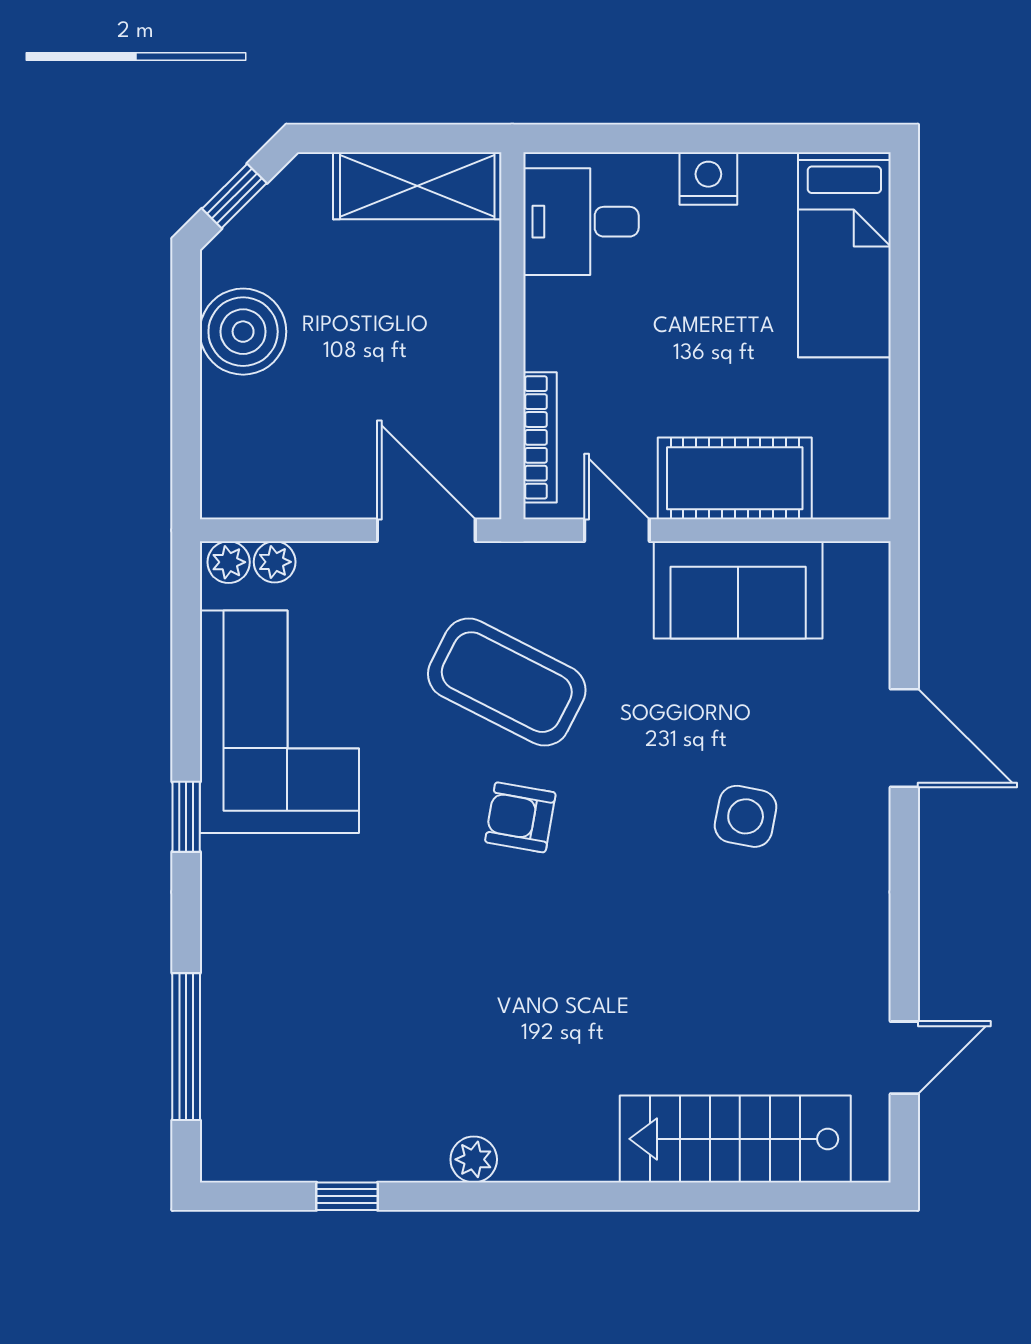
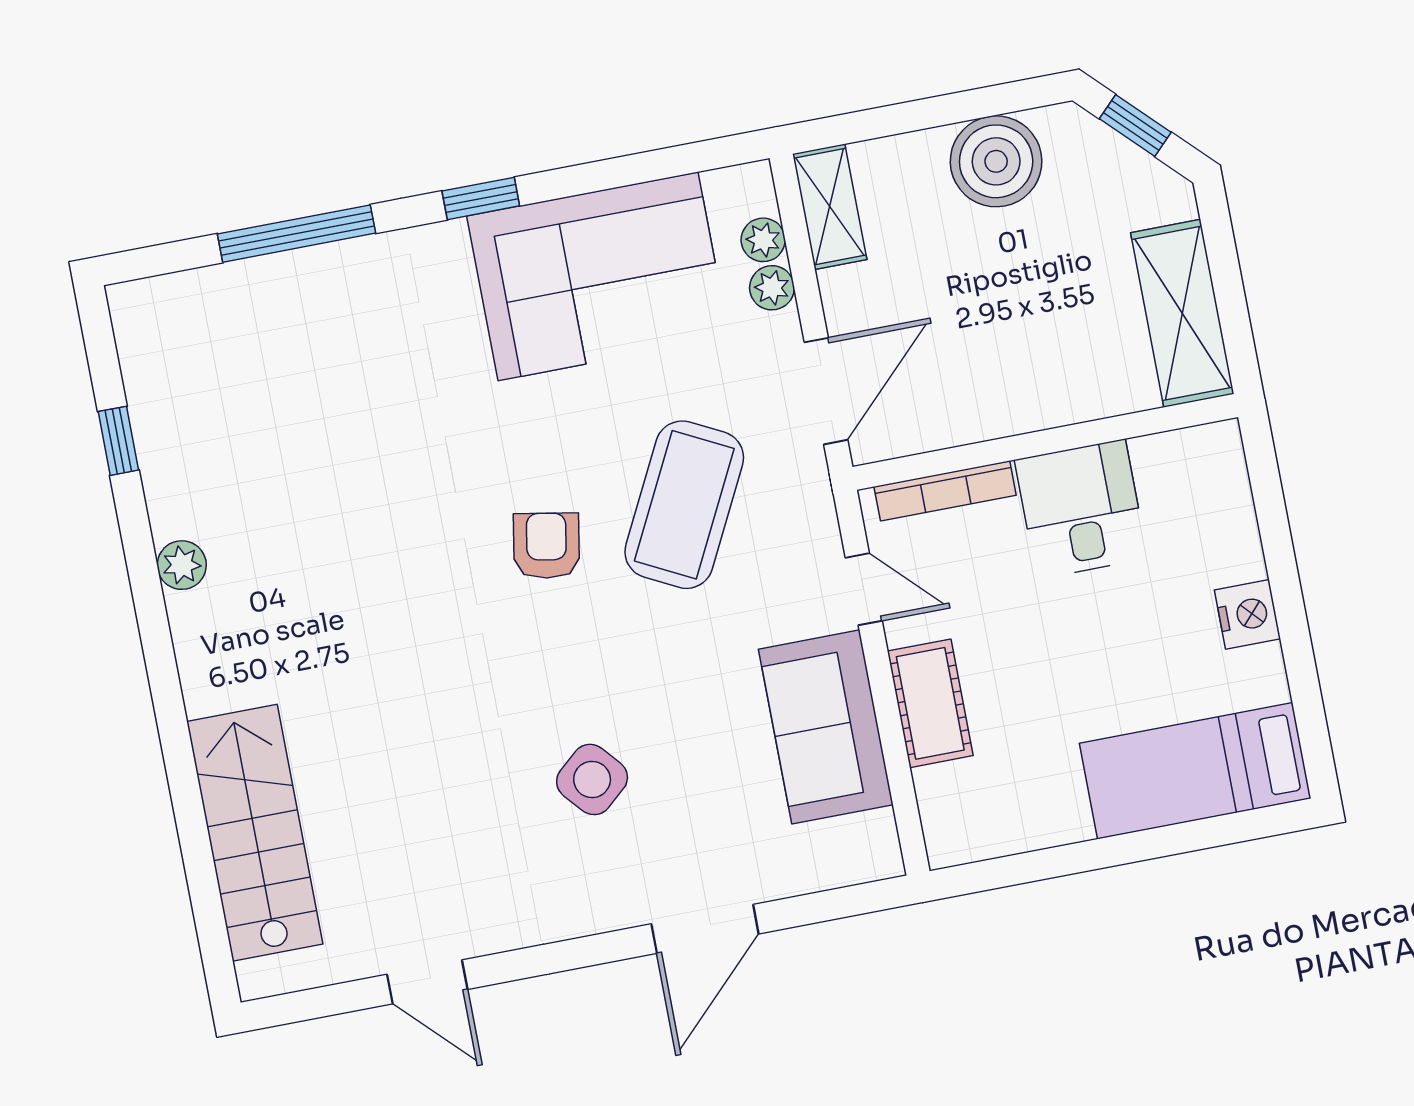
desk: (581, 222) -> (1081, 509), moved
cot: (735, 478) -> (930, 703), width x0.73, depth x0.75
shelving: (256, 494) -> (830, 207), added
door: (617, 530) -> (864, 589), hinge flipped
plant: (229, 562) -> (772, 288), moved
side table: (746, 816) -> (592, 779), turned 38
window: (186, 1047) -> (296, 234), moved
door: (904, 1058) -> (427, 982), moved

